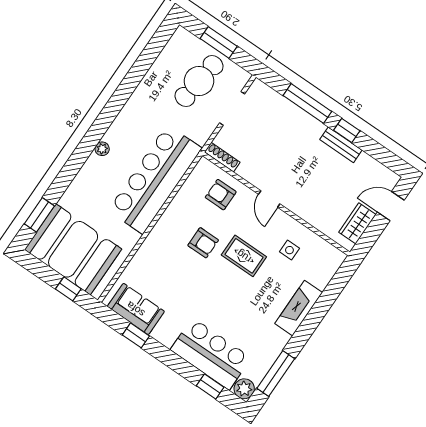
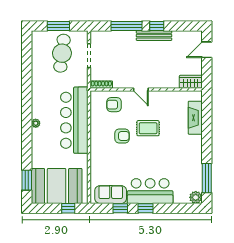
bench: (341, 145) -> (154, 36), width x1.36
wardrobe: (357, 223) -> (191, 82), moved, turned 90
side table: (289, 250) -> (170, 109), removed
fireplace: (299, 308) -> (195, 118), moved
bar counter: (211, 354) -> (150, 191), moved
window: (210, 386) -> (146, 208), moved

